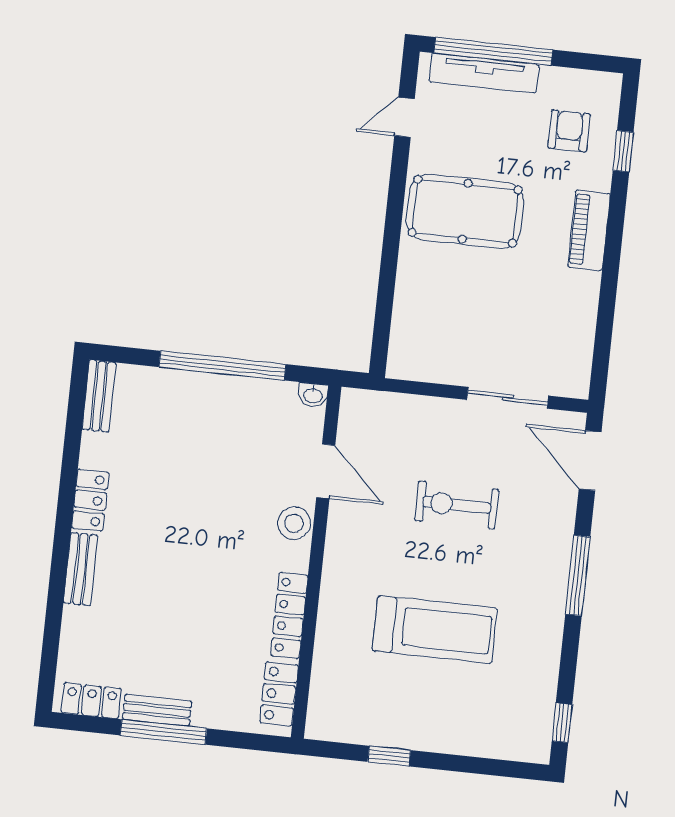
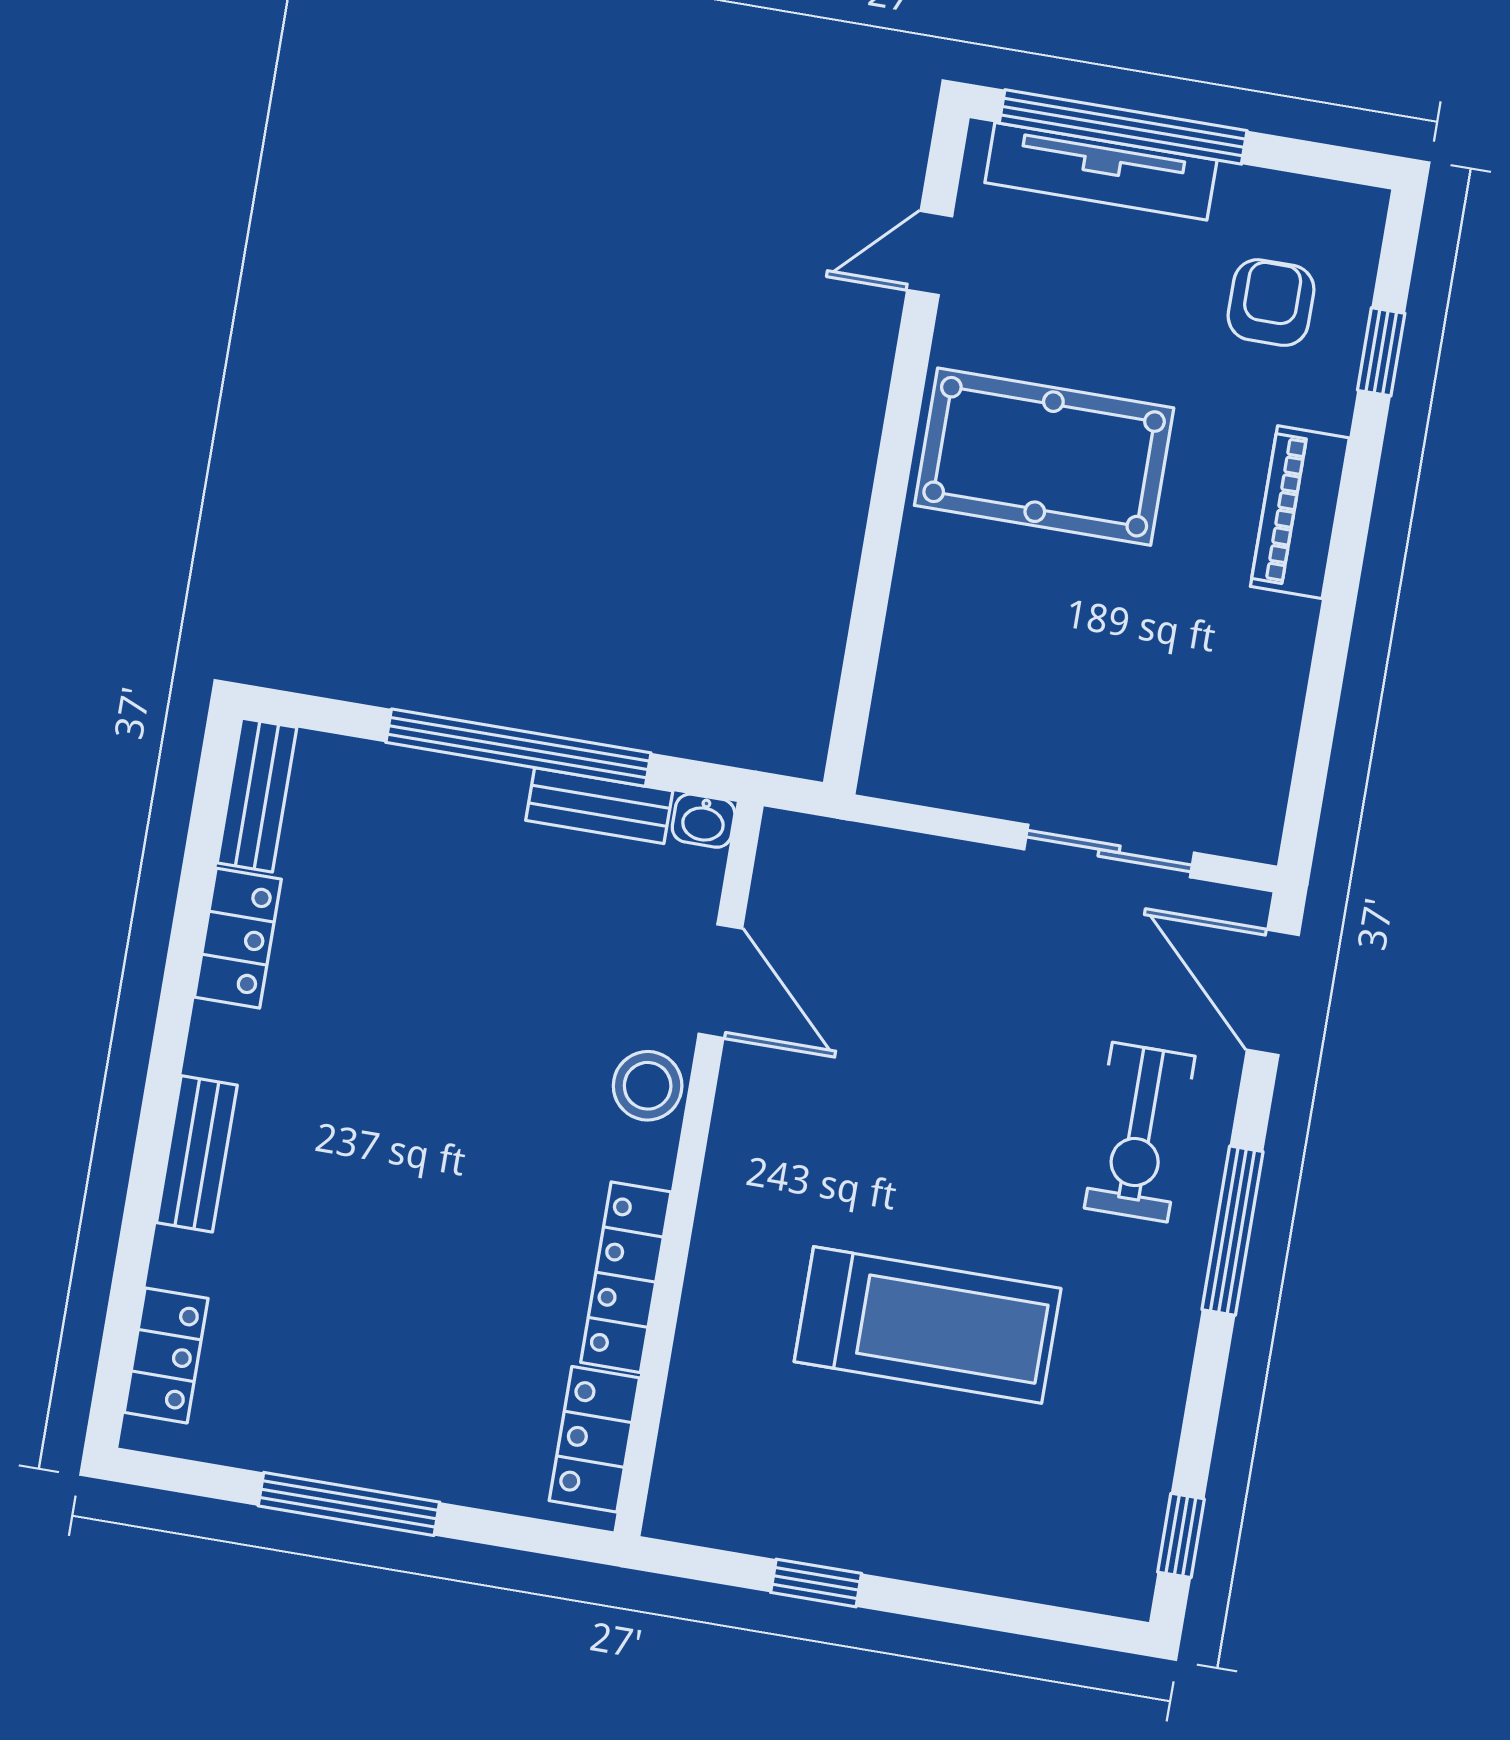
locker: (90, 500) -> (238, 938), moved
exercise bike: (457, 505) -> (1140, 1132), moved, turned -90
locker: (91, 701) -> (166, 1355), moved, turned 90
bench: (157, 710) -> (599, 806), moved

